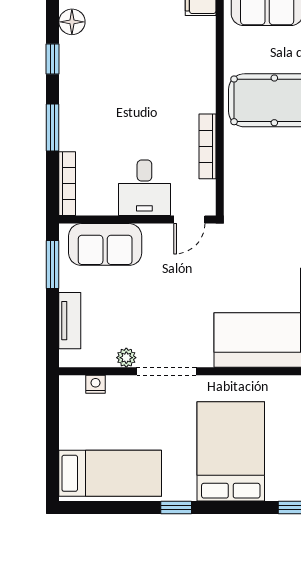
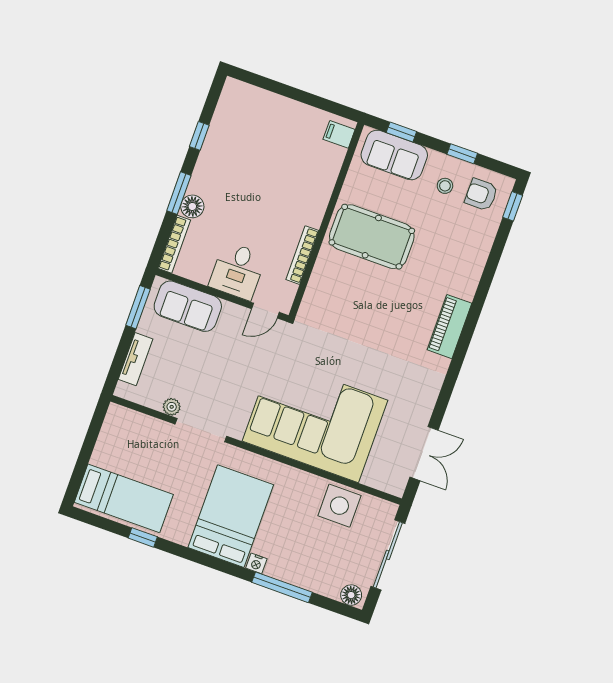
floor lamp: (72, 22) -> (192, 206), moved
nightstand: (96, 384) -> (256, 563), moved, turned 180
window: (176, 508) -> (143, 537), moved

